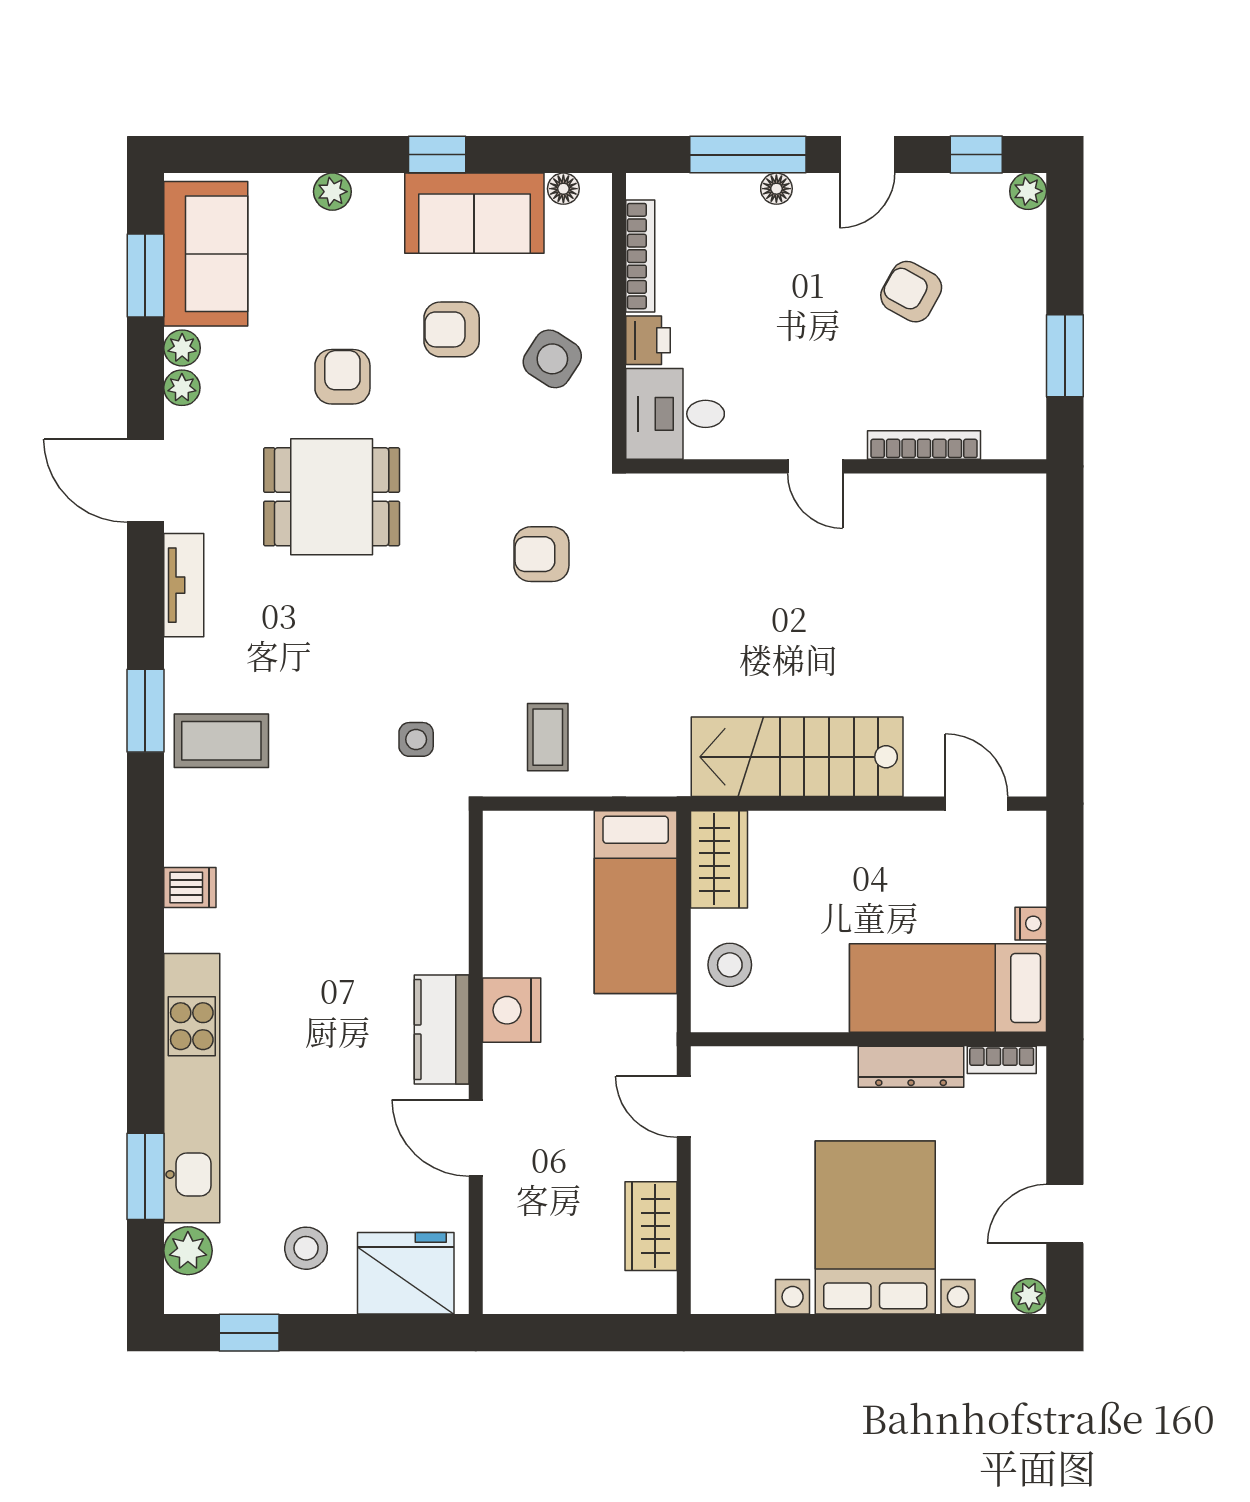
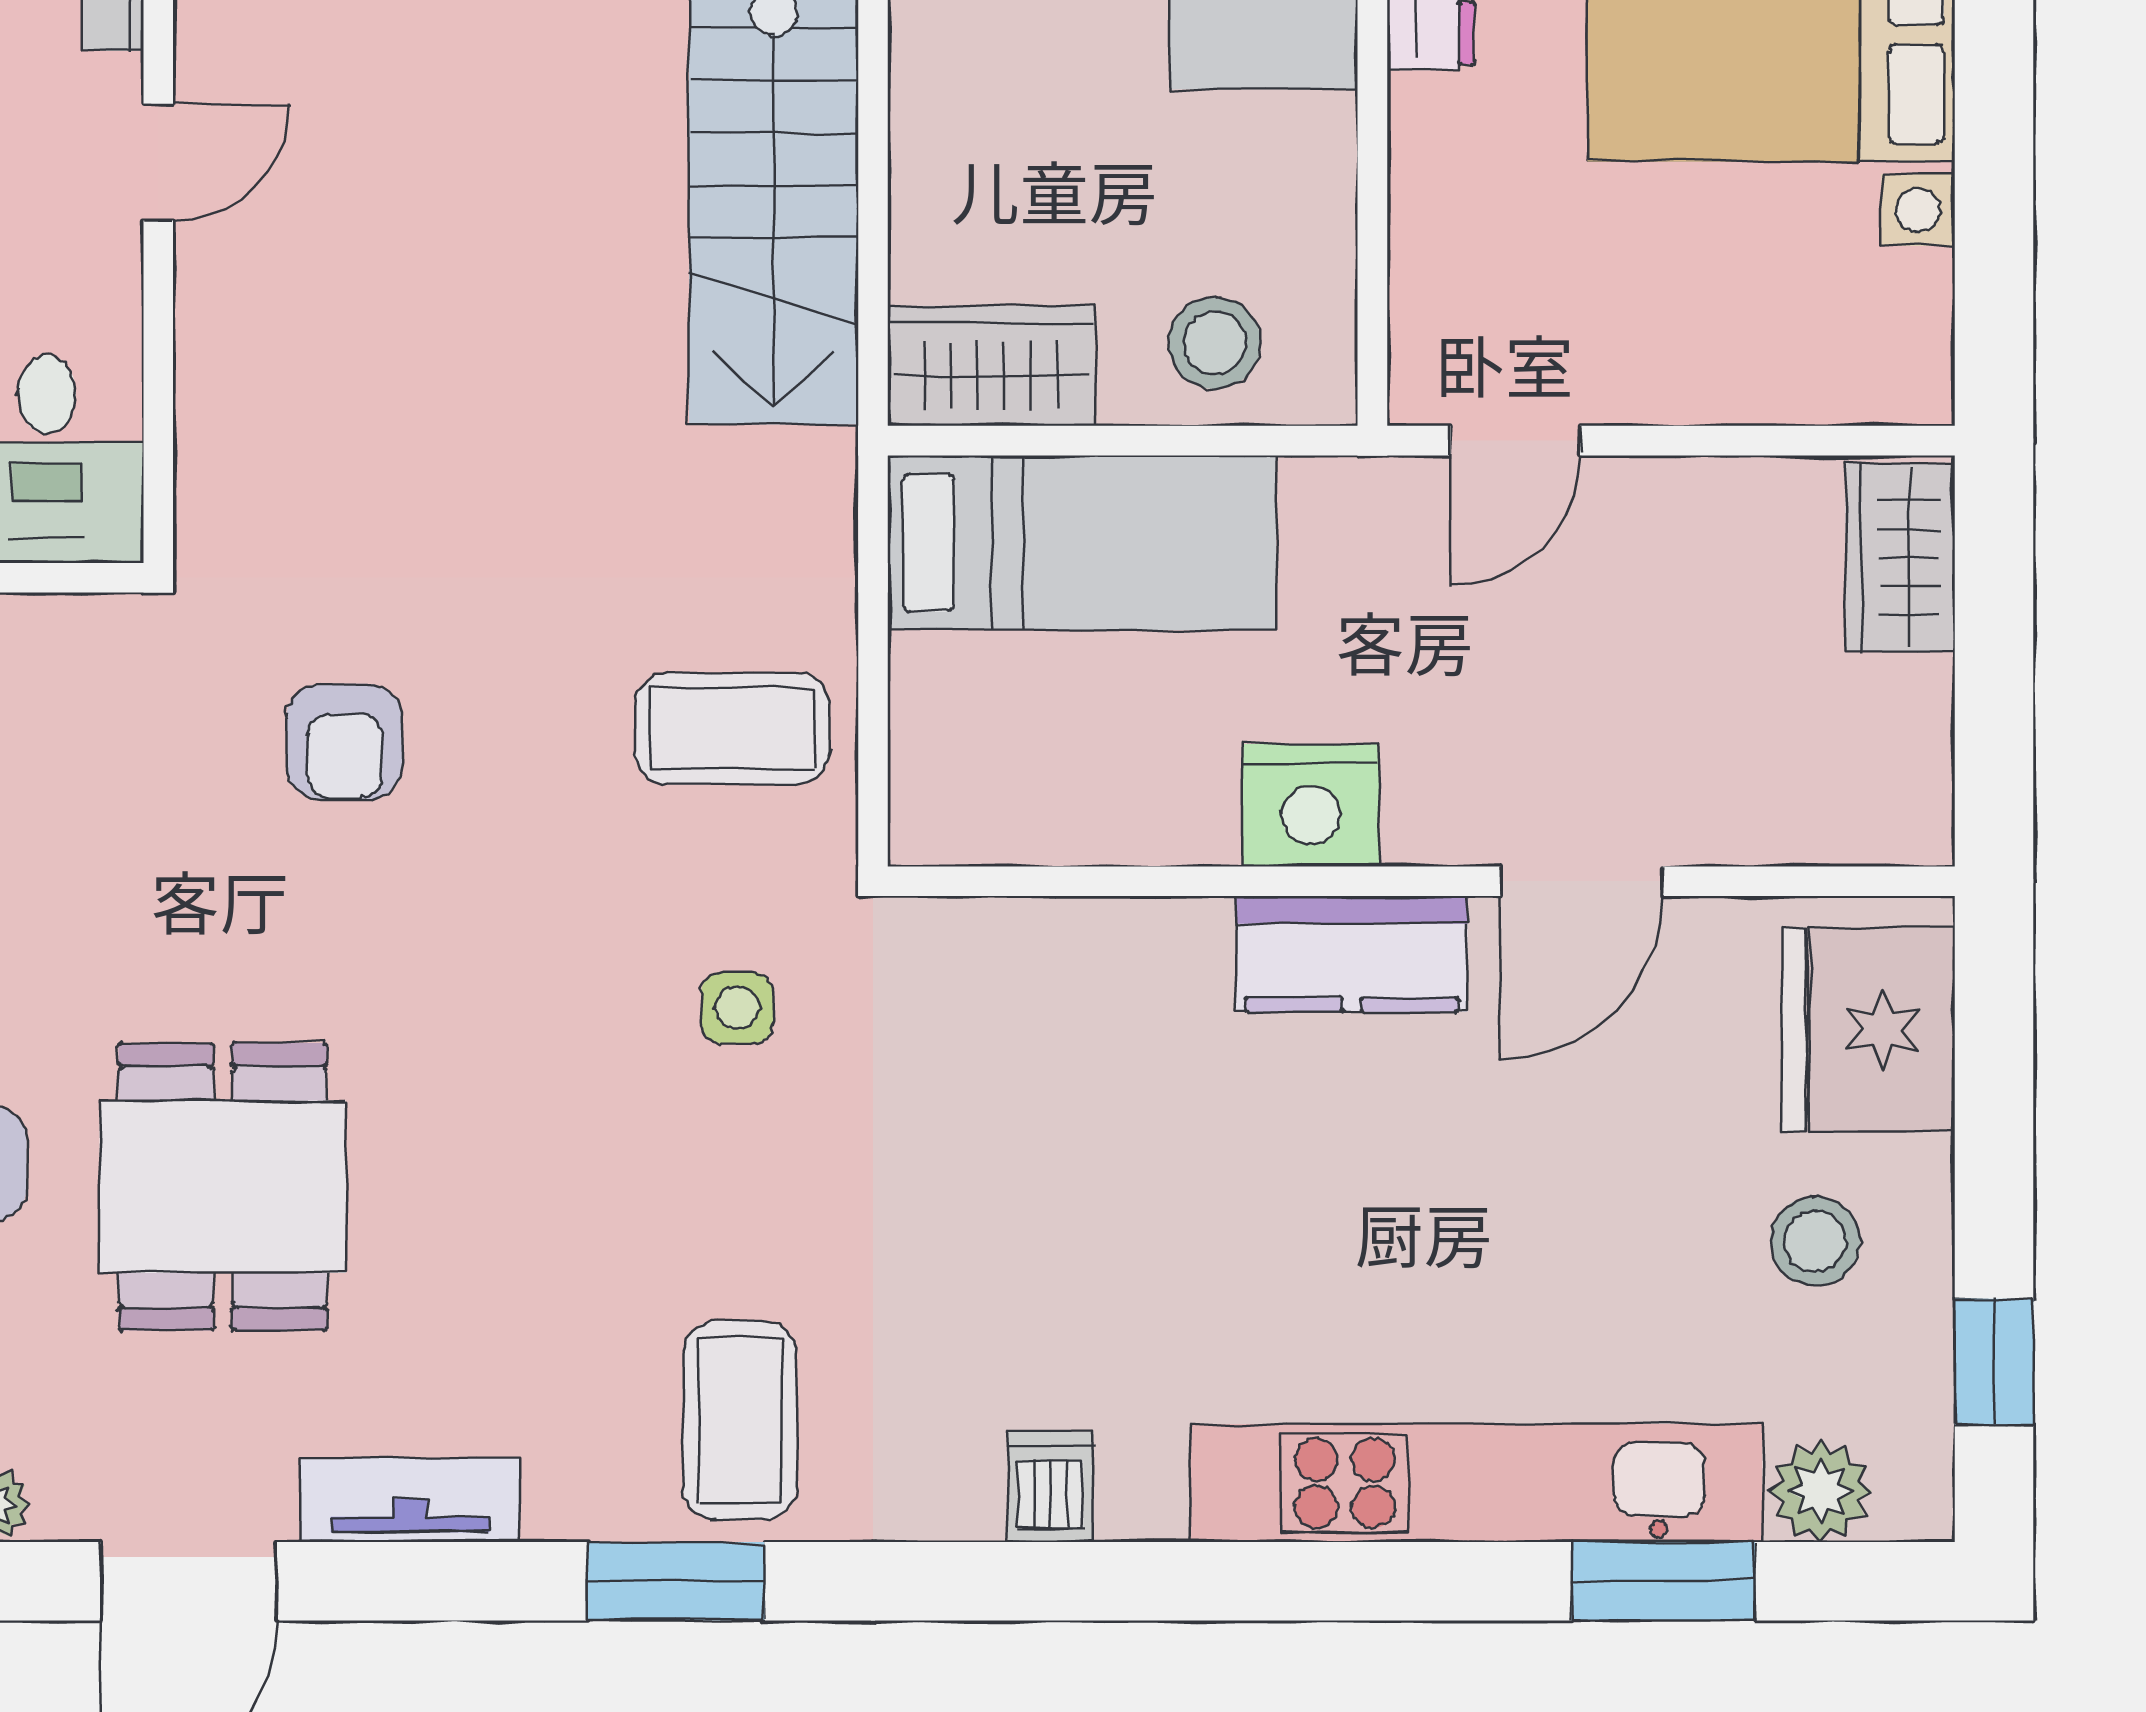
coffee table: (548, 737) -> (732, 729), width x1.36, depth x1.30
wardrobe: (651, 1226) -> (1900, 557), moved, turned 90

